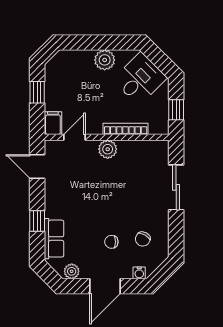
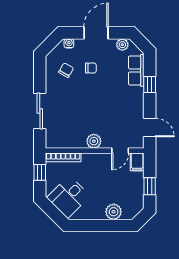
plant: (105, 60) -> (114, 212), moved
bookcase: (126, 129) -> (63, 157), moved

